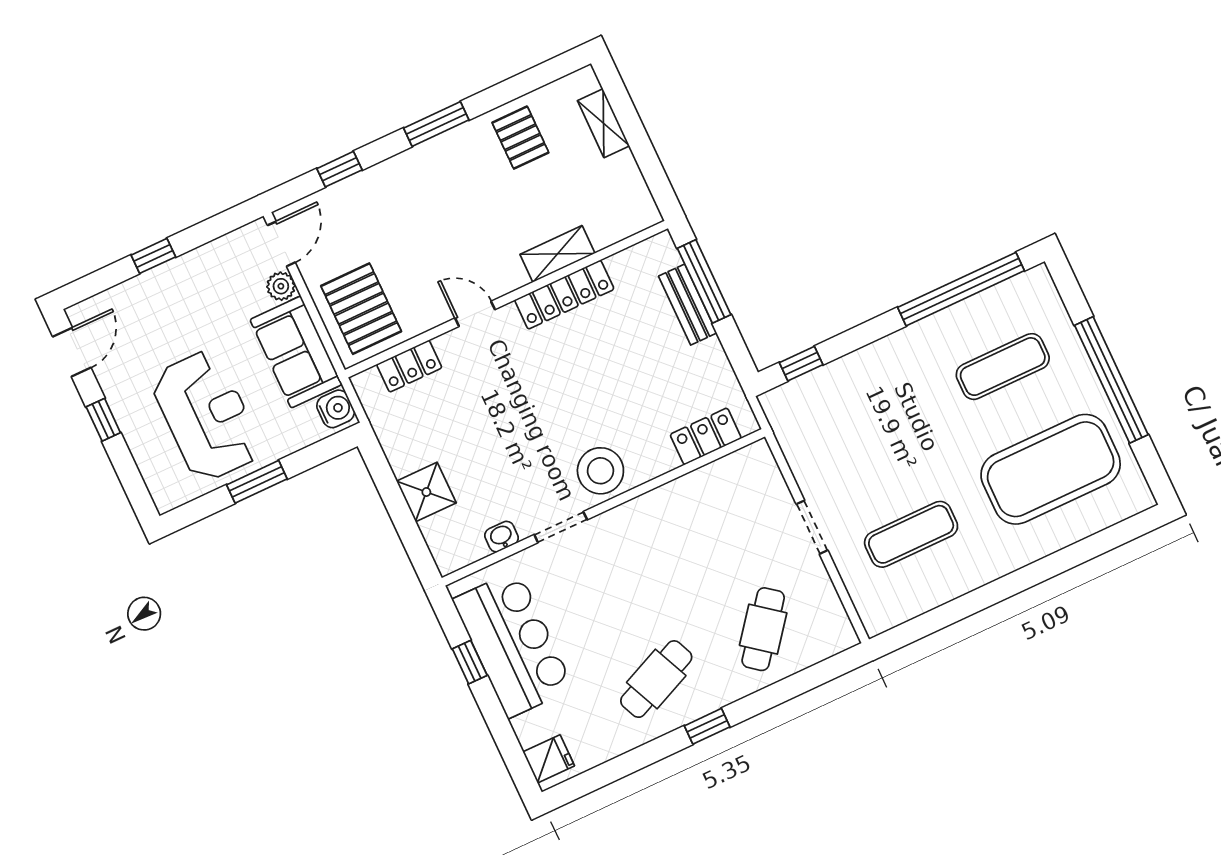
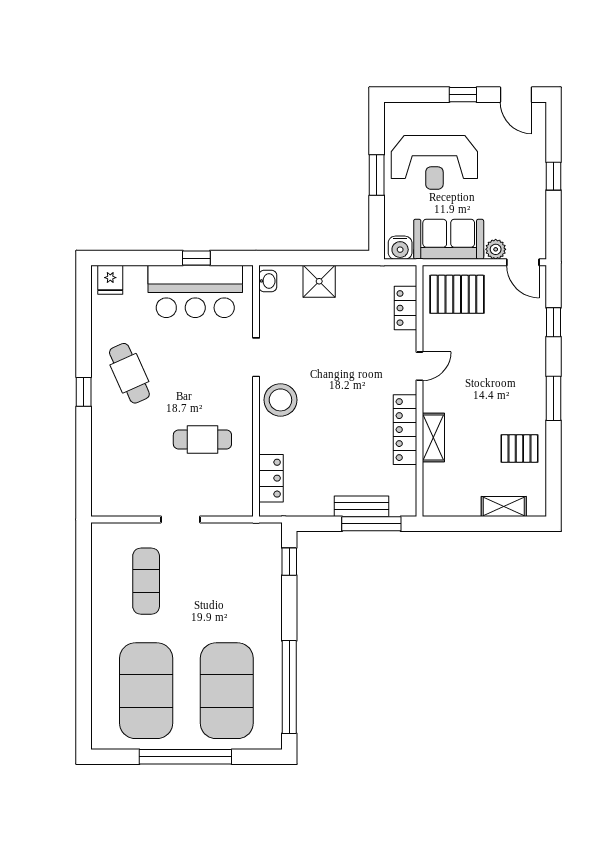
exercise mat: (1003, 367) -> (227, 691), width x2.00, depth x1.45
washbasin: (502, 537) -> (268, 281), moved
cafe table: (763, 629) -> (202, 440), moved, turned -38

